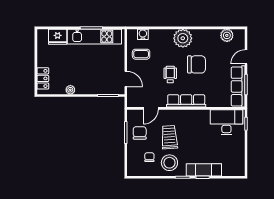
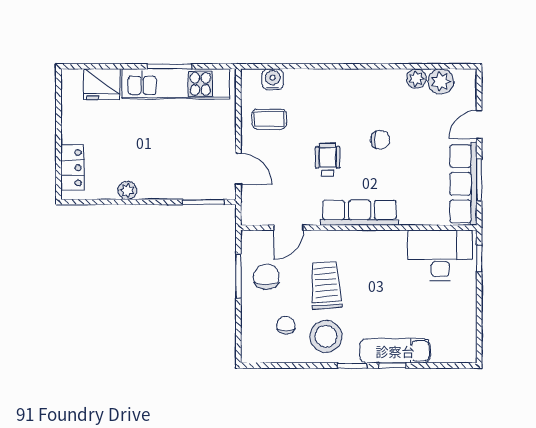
plant: (183, 38) -> (416, 79), moved, width x0.53, depth x0.53
chair: (197, 64) -> (380, 140), width x0.54, depth x0.54

